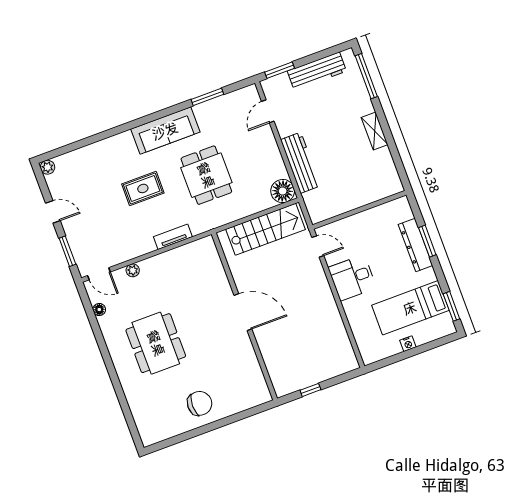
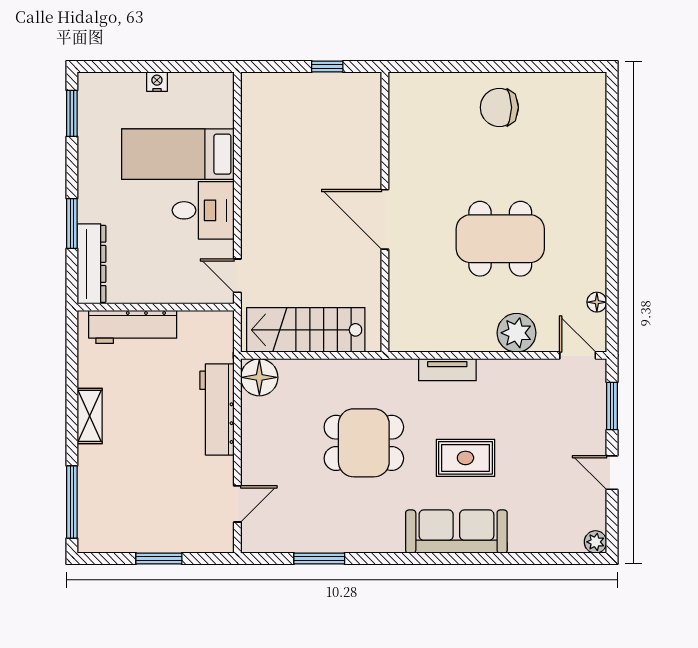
window: (280, 70) -> (159, 559), moved
workbench: (317, 71) -> (133, 327), moved, turned 180
sofa: (165, 131) -> (456, 532), moved
dining table: (206, 175) -> (364, 443), turned 90
dresser: (415, 245) -> (92, 264), moved
plant: (133, 270) -> (517, 333), width x1.88, depth x1.88
bed: (410, 308) -> (178, 154), moved, turned 180
dining table: (156, 343) -> (500, 239), moved, turned 90

